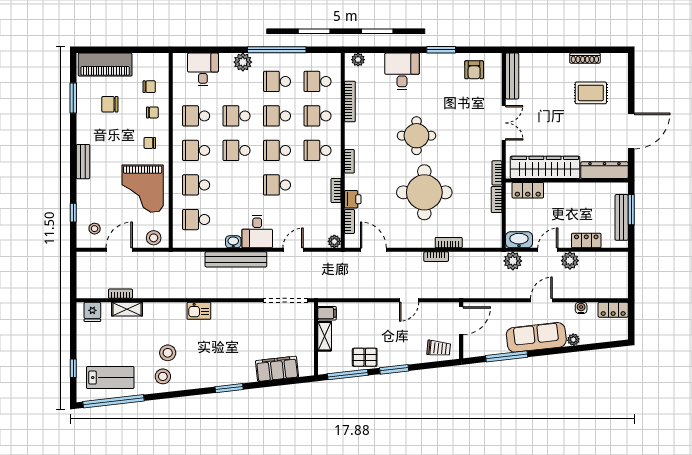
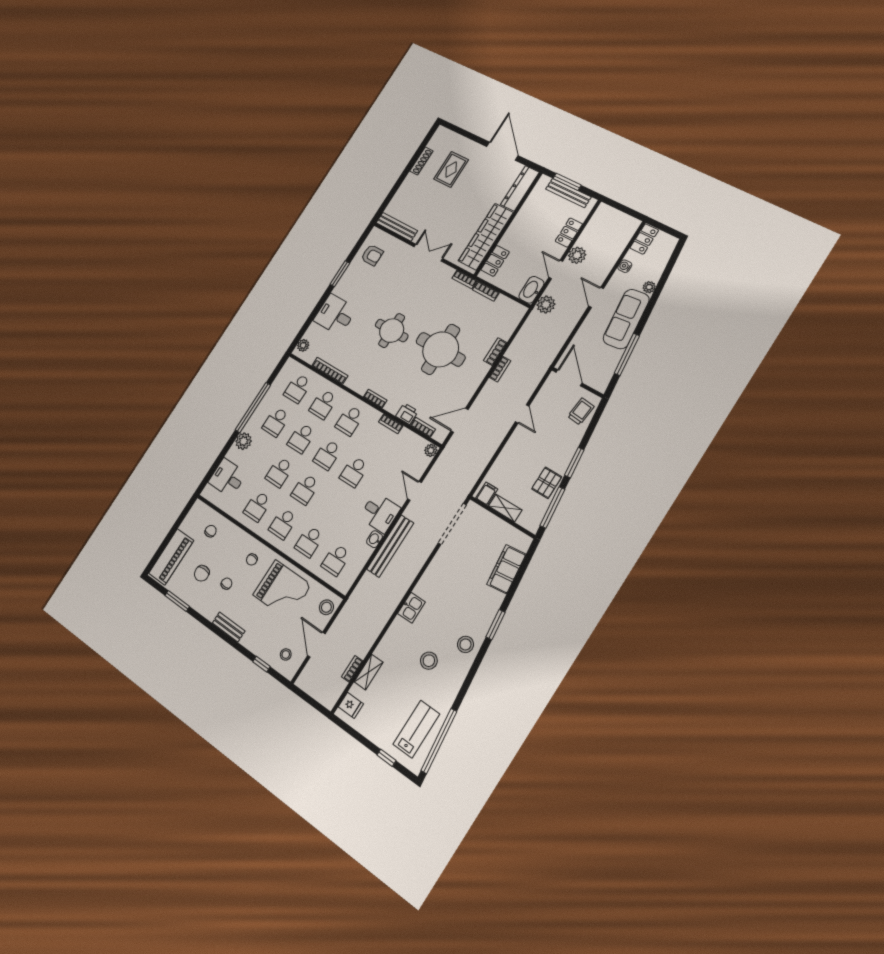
chair: (152, 112) -> (227, 584), moved
stool: (163, 376) -> (465, 644), moved

